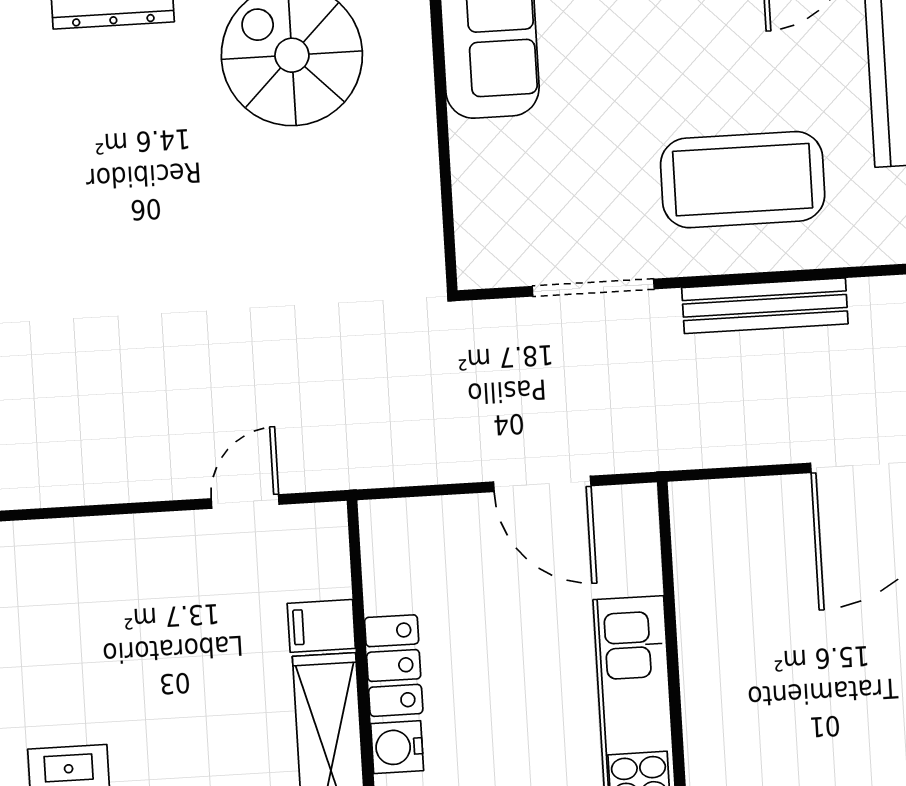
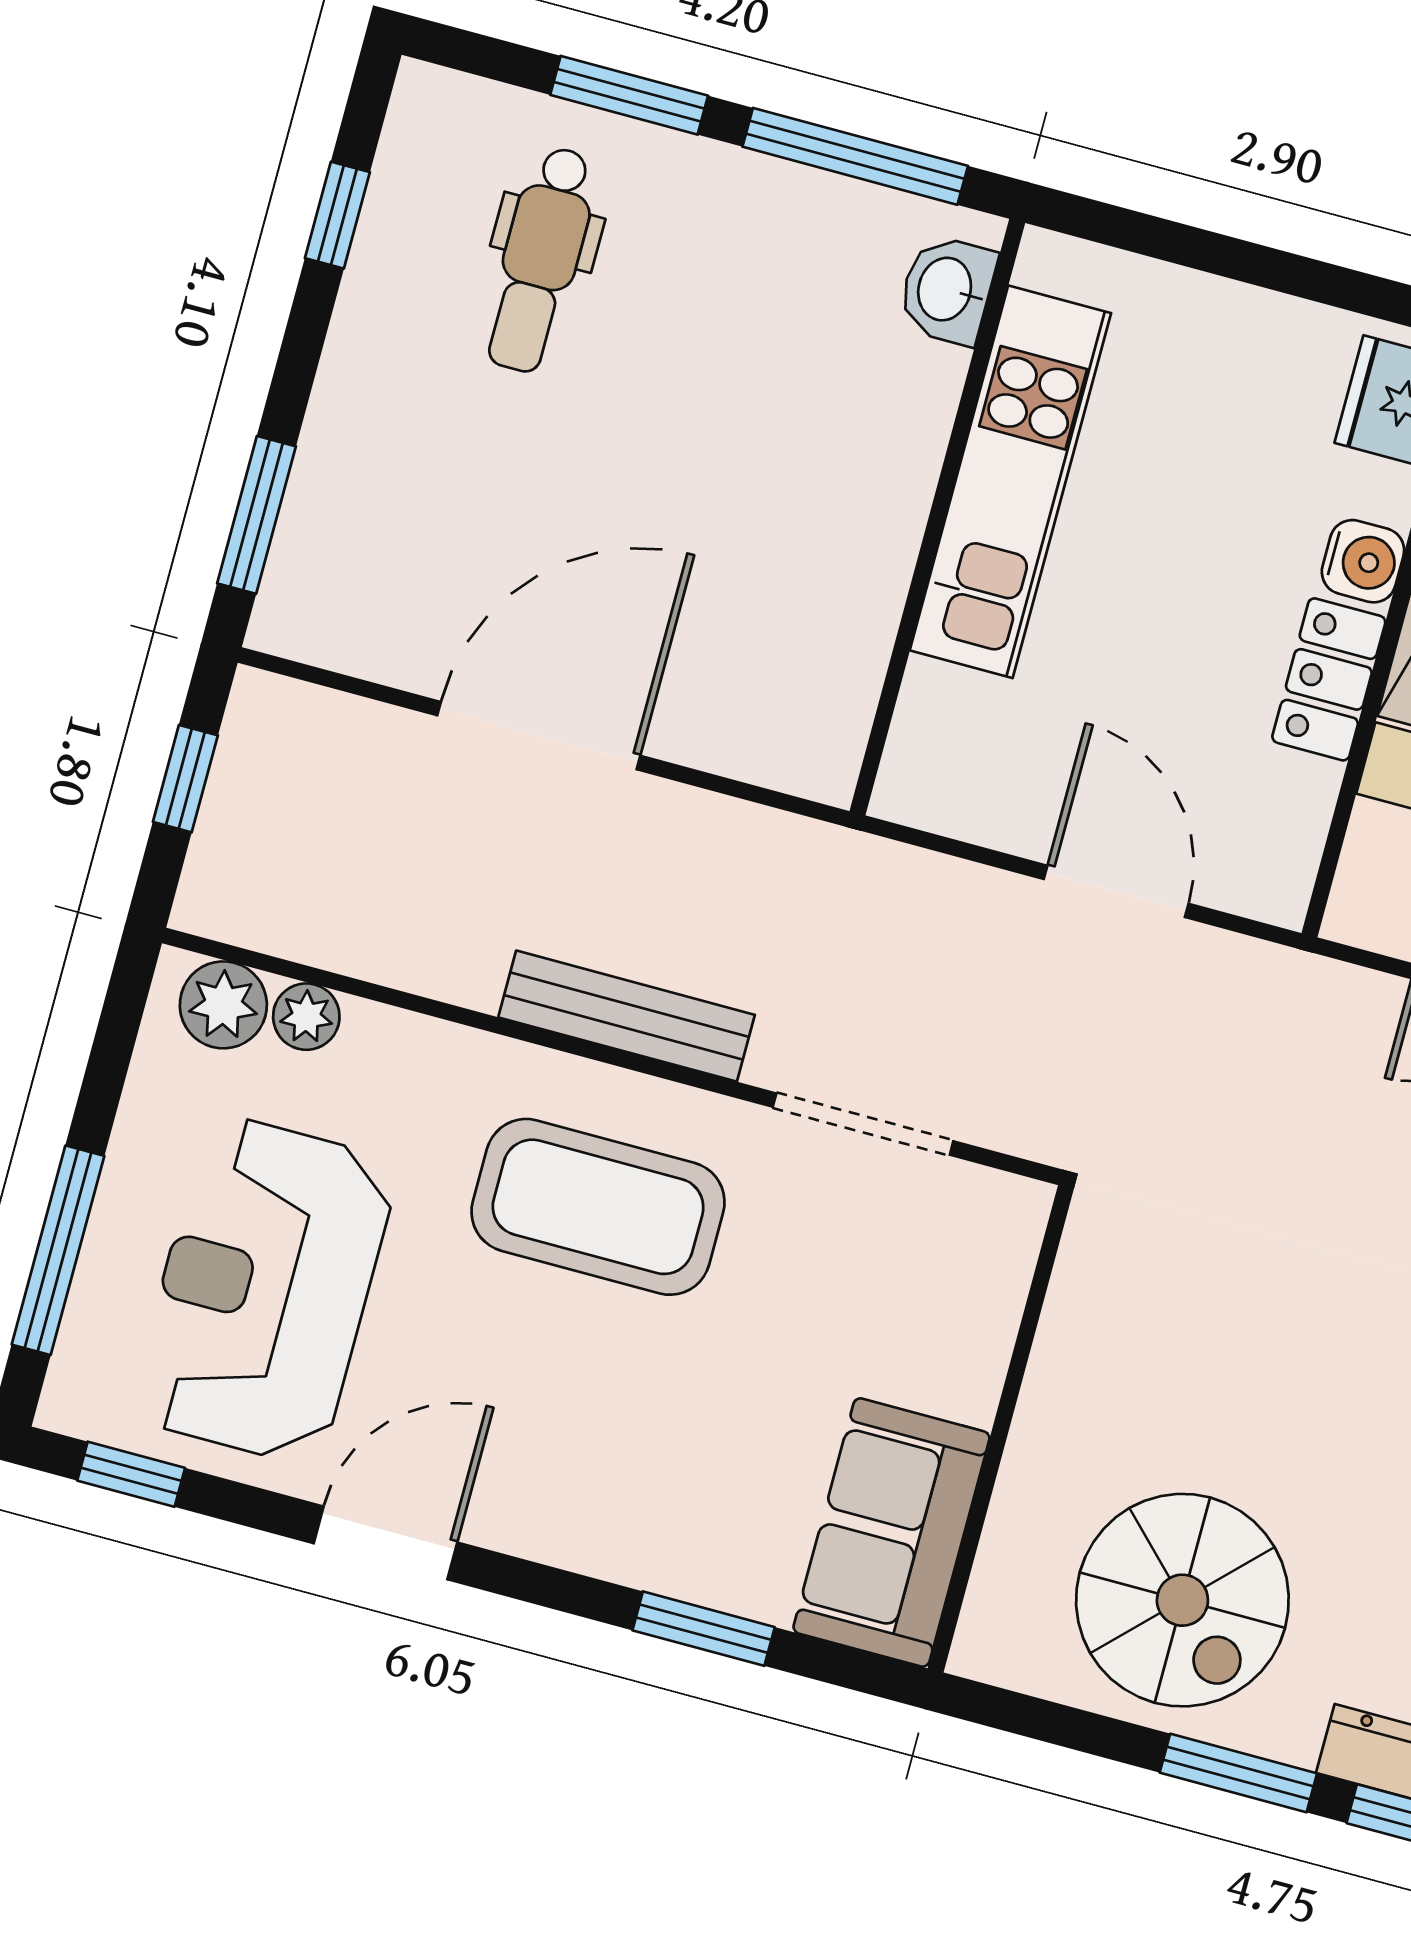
door: (542, 484) -> (1116, 891), moved

